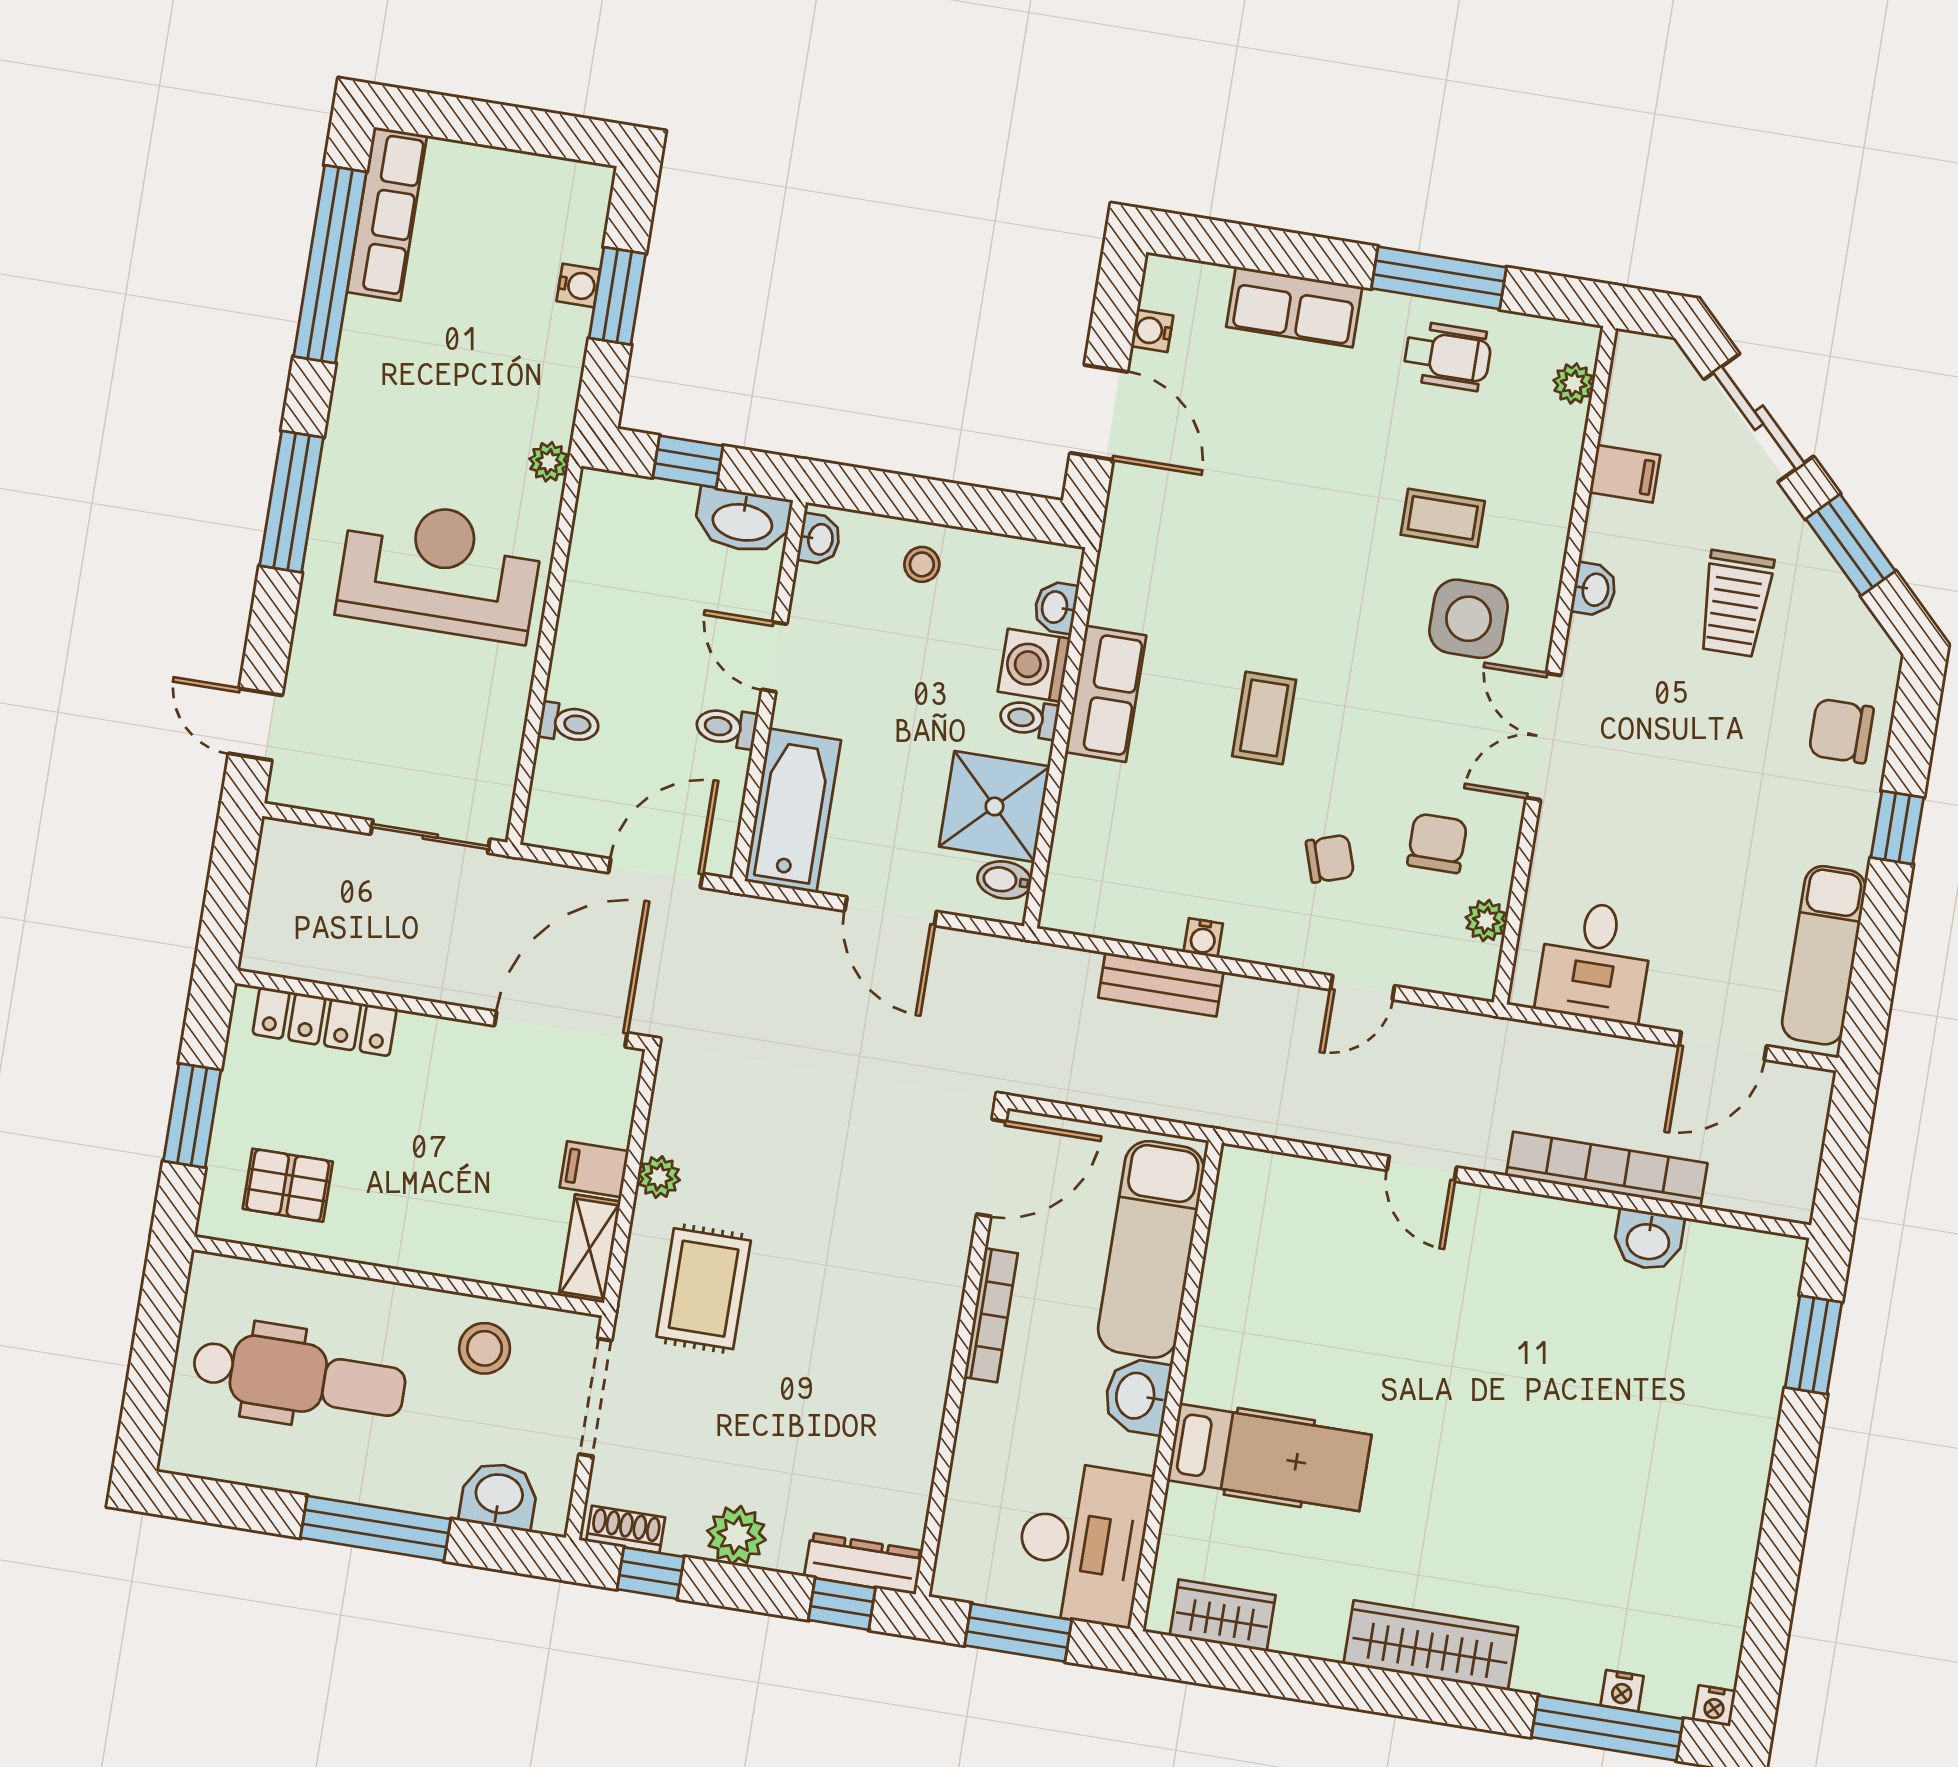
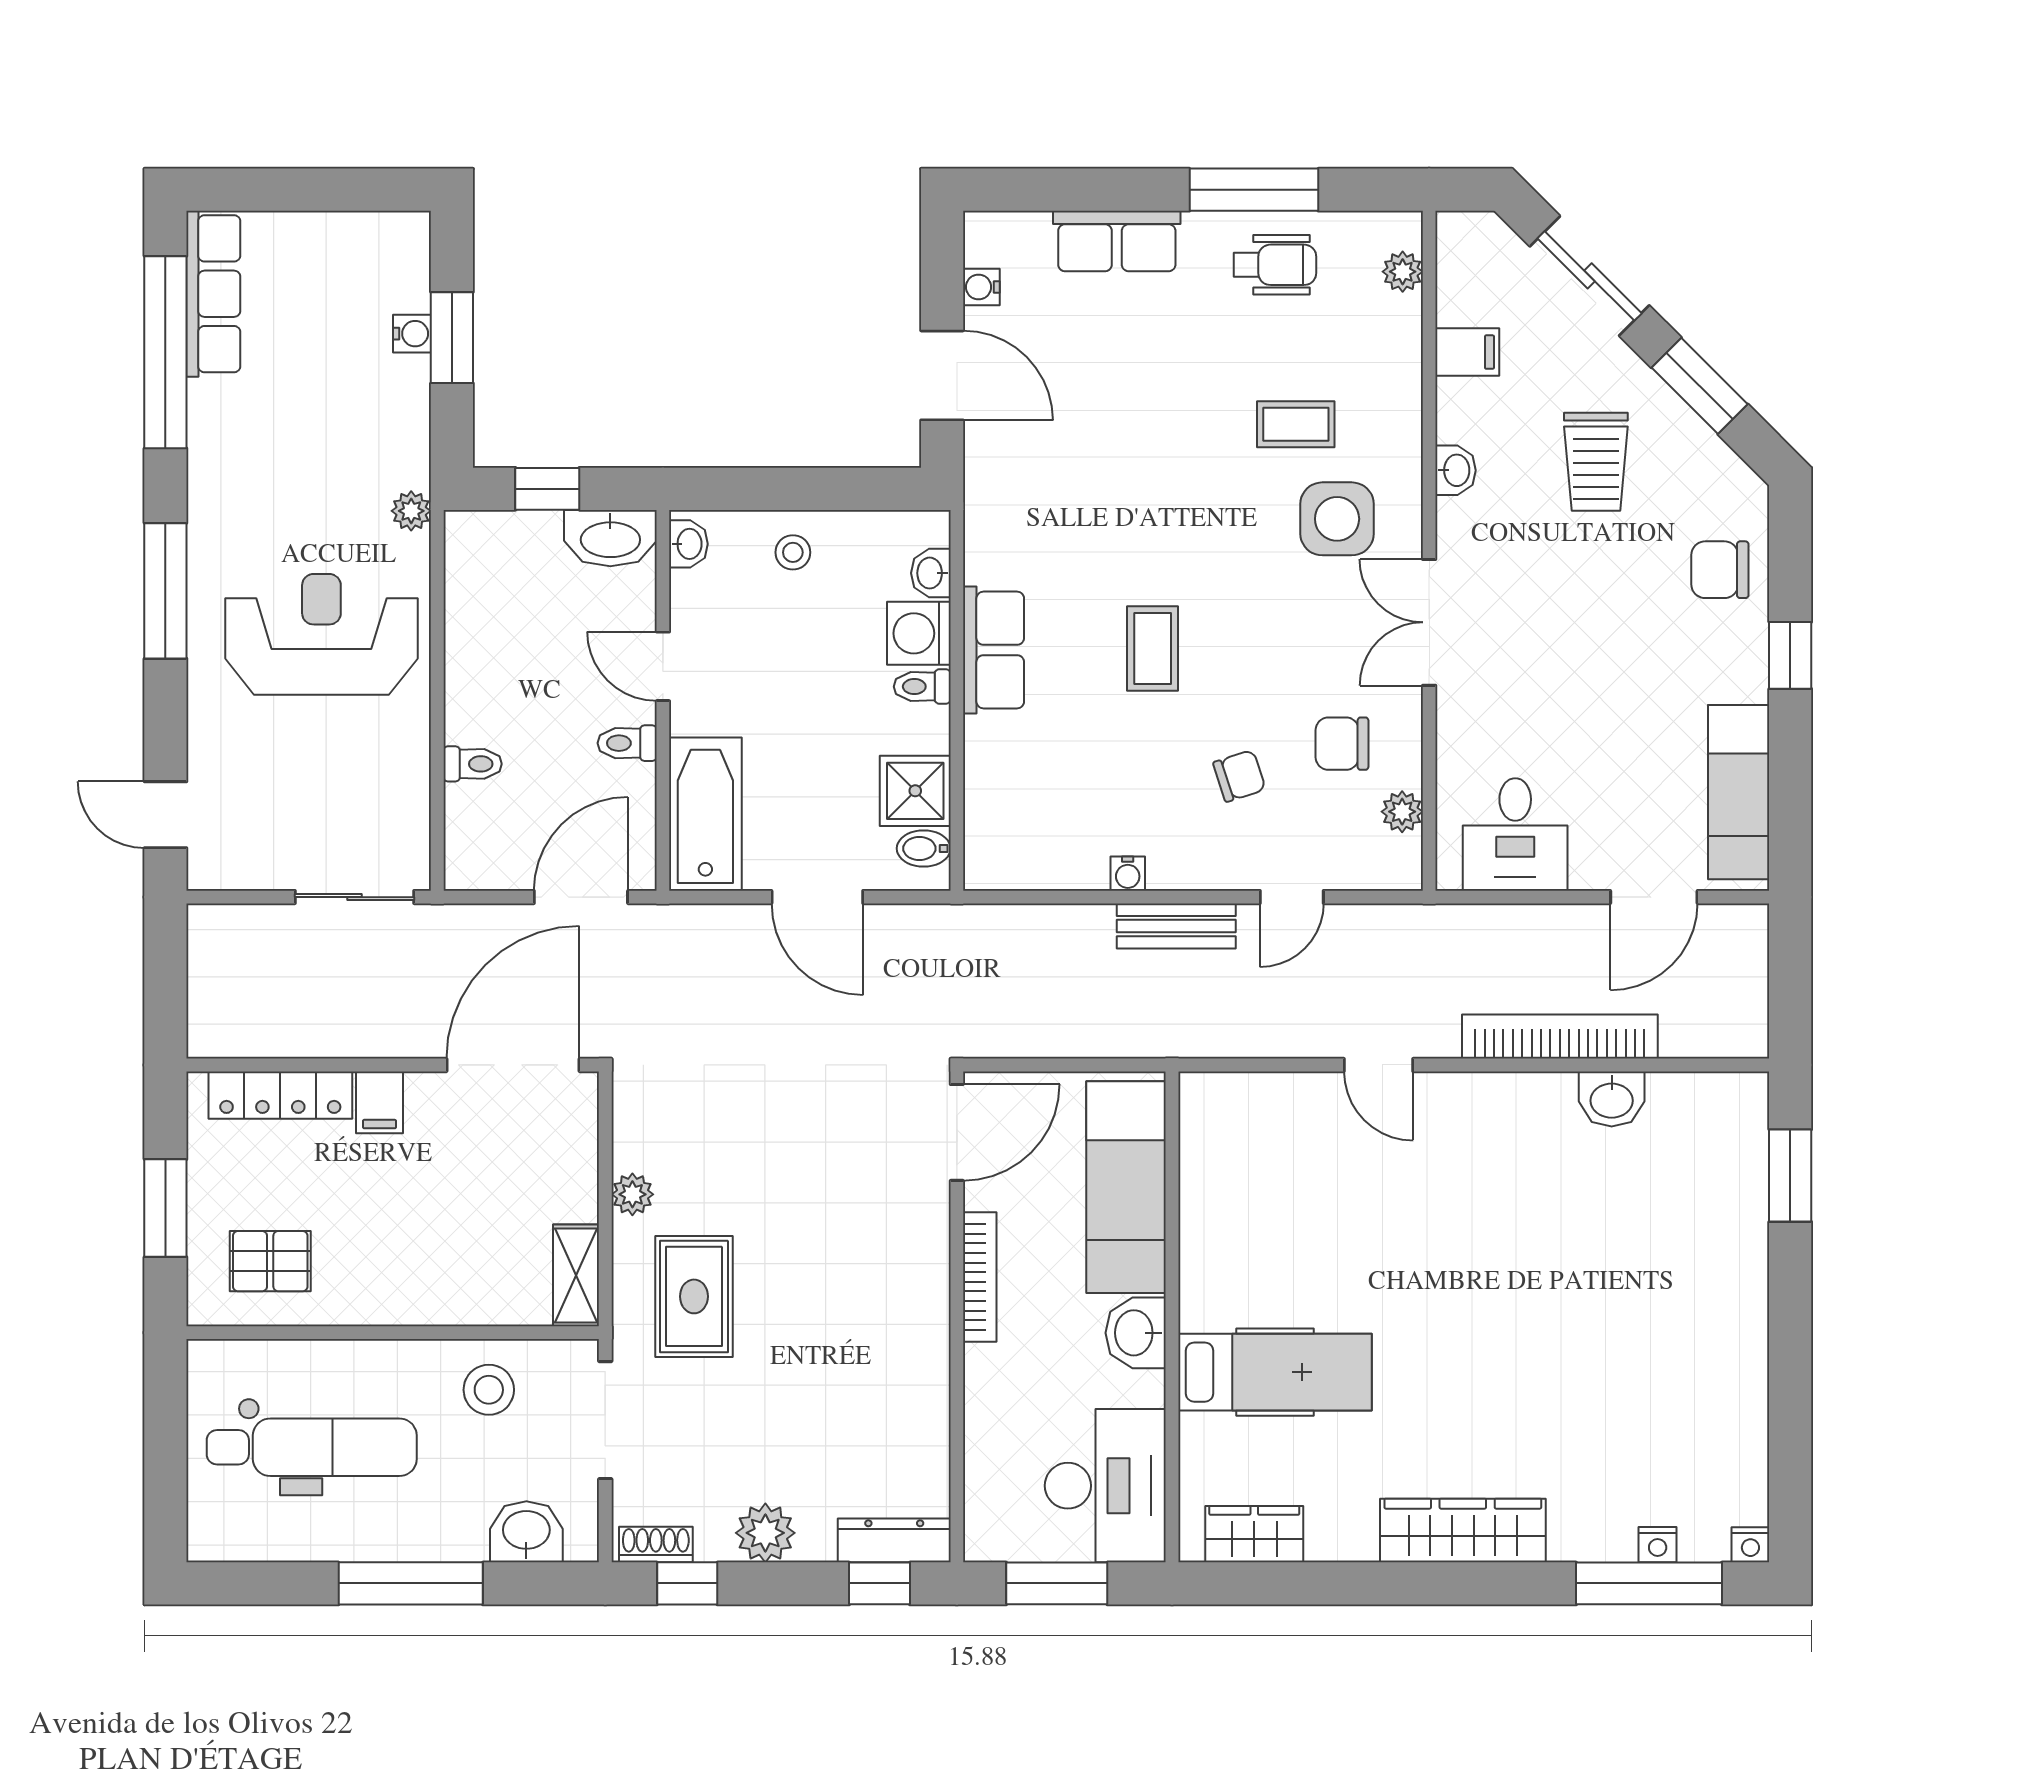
shower: (994, 806) -> (915, 791), width x0.73, depth x0.73
chair: (1437, 843) -> (1342, 744), turned -90
bench: (1161, 985) -> (1176, 926), moved
filing cabinet: (594, 1169) -> (380, 1102), moved, turned -90

